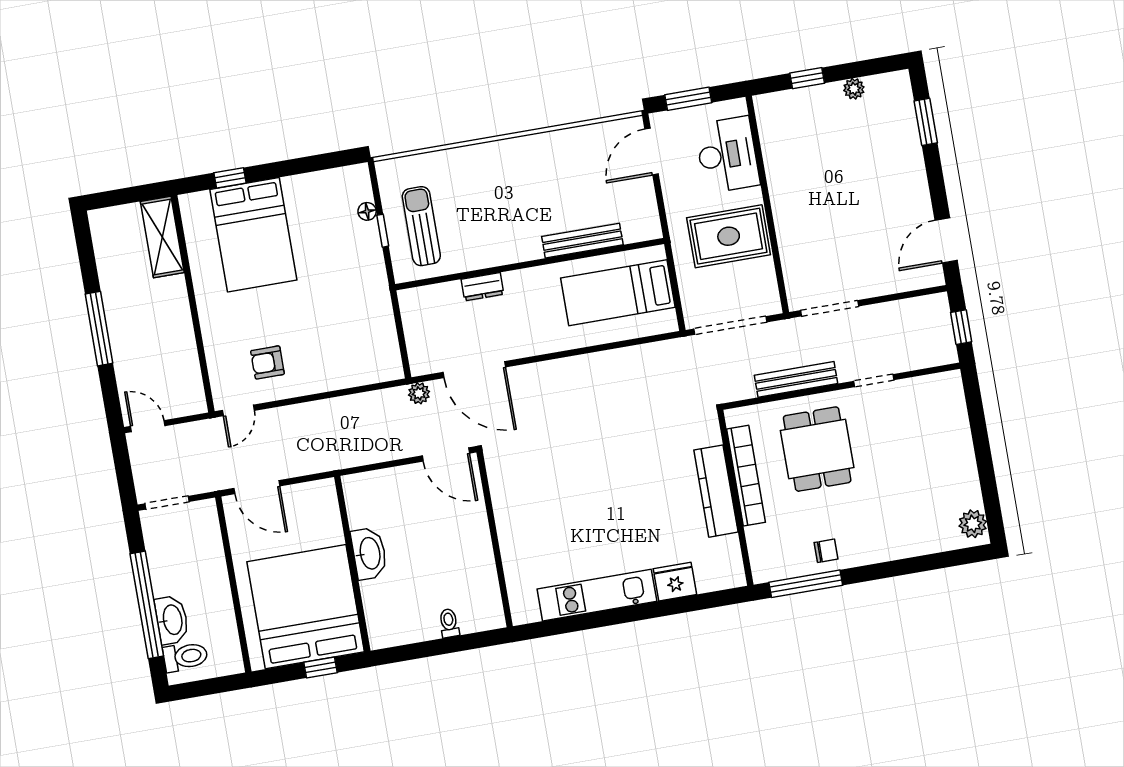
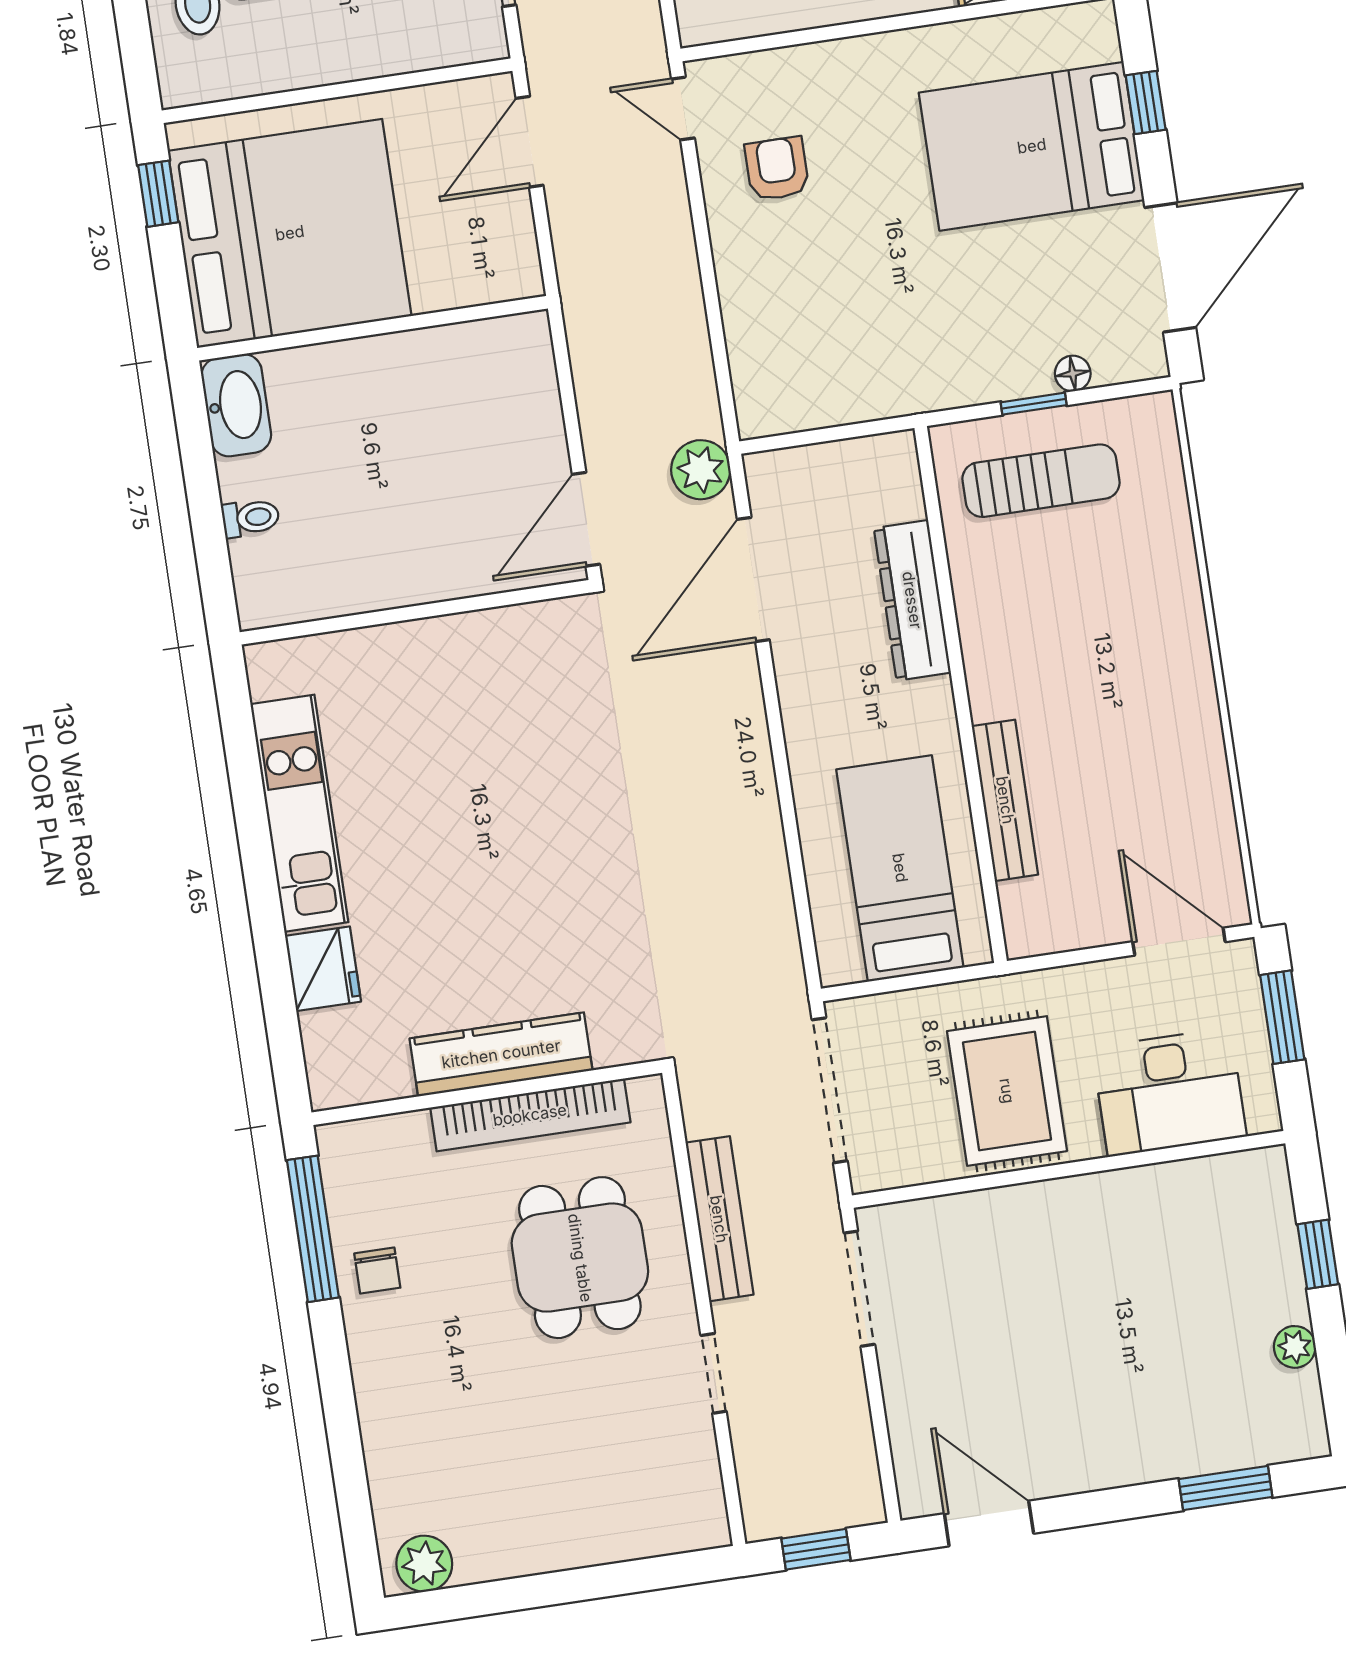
door: (313, 164) -> (1170, 268), added
dresser: (482, 287) -> (912, 600), width x1.96, depth x1.24
plant: (419, 393) -> (701, 470), width x1.38, depth x1.38
dining table: (817, 449) -> (580, 1258), turned 90
washbasin: (369, 553) -> (236, 405), moved, turned -90
window: (320, 667) -> (158, 194), moved

